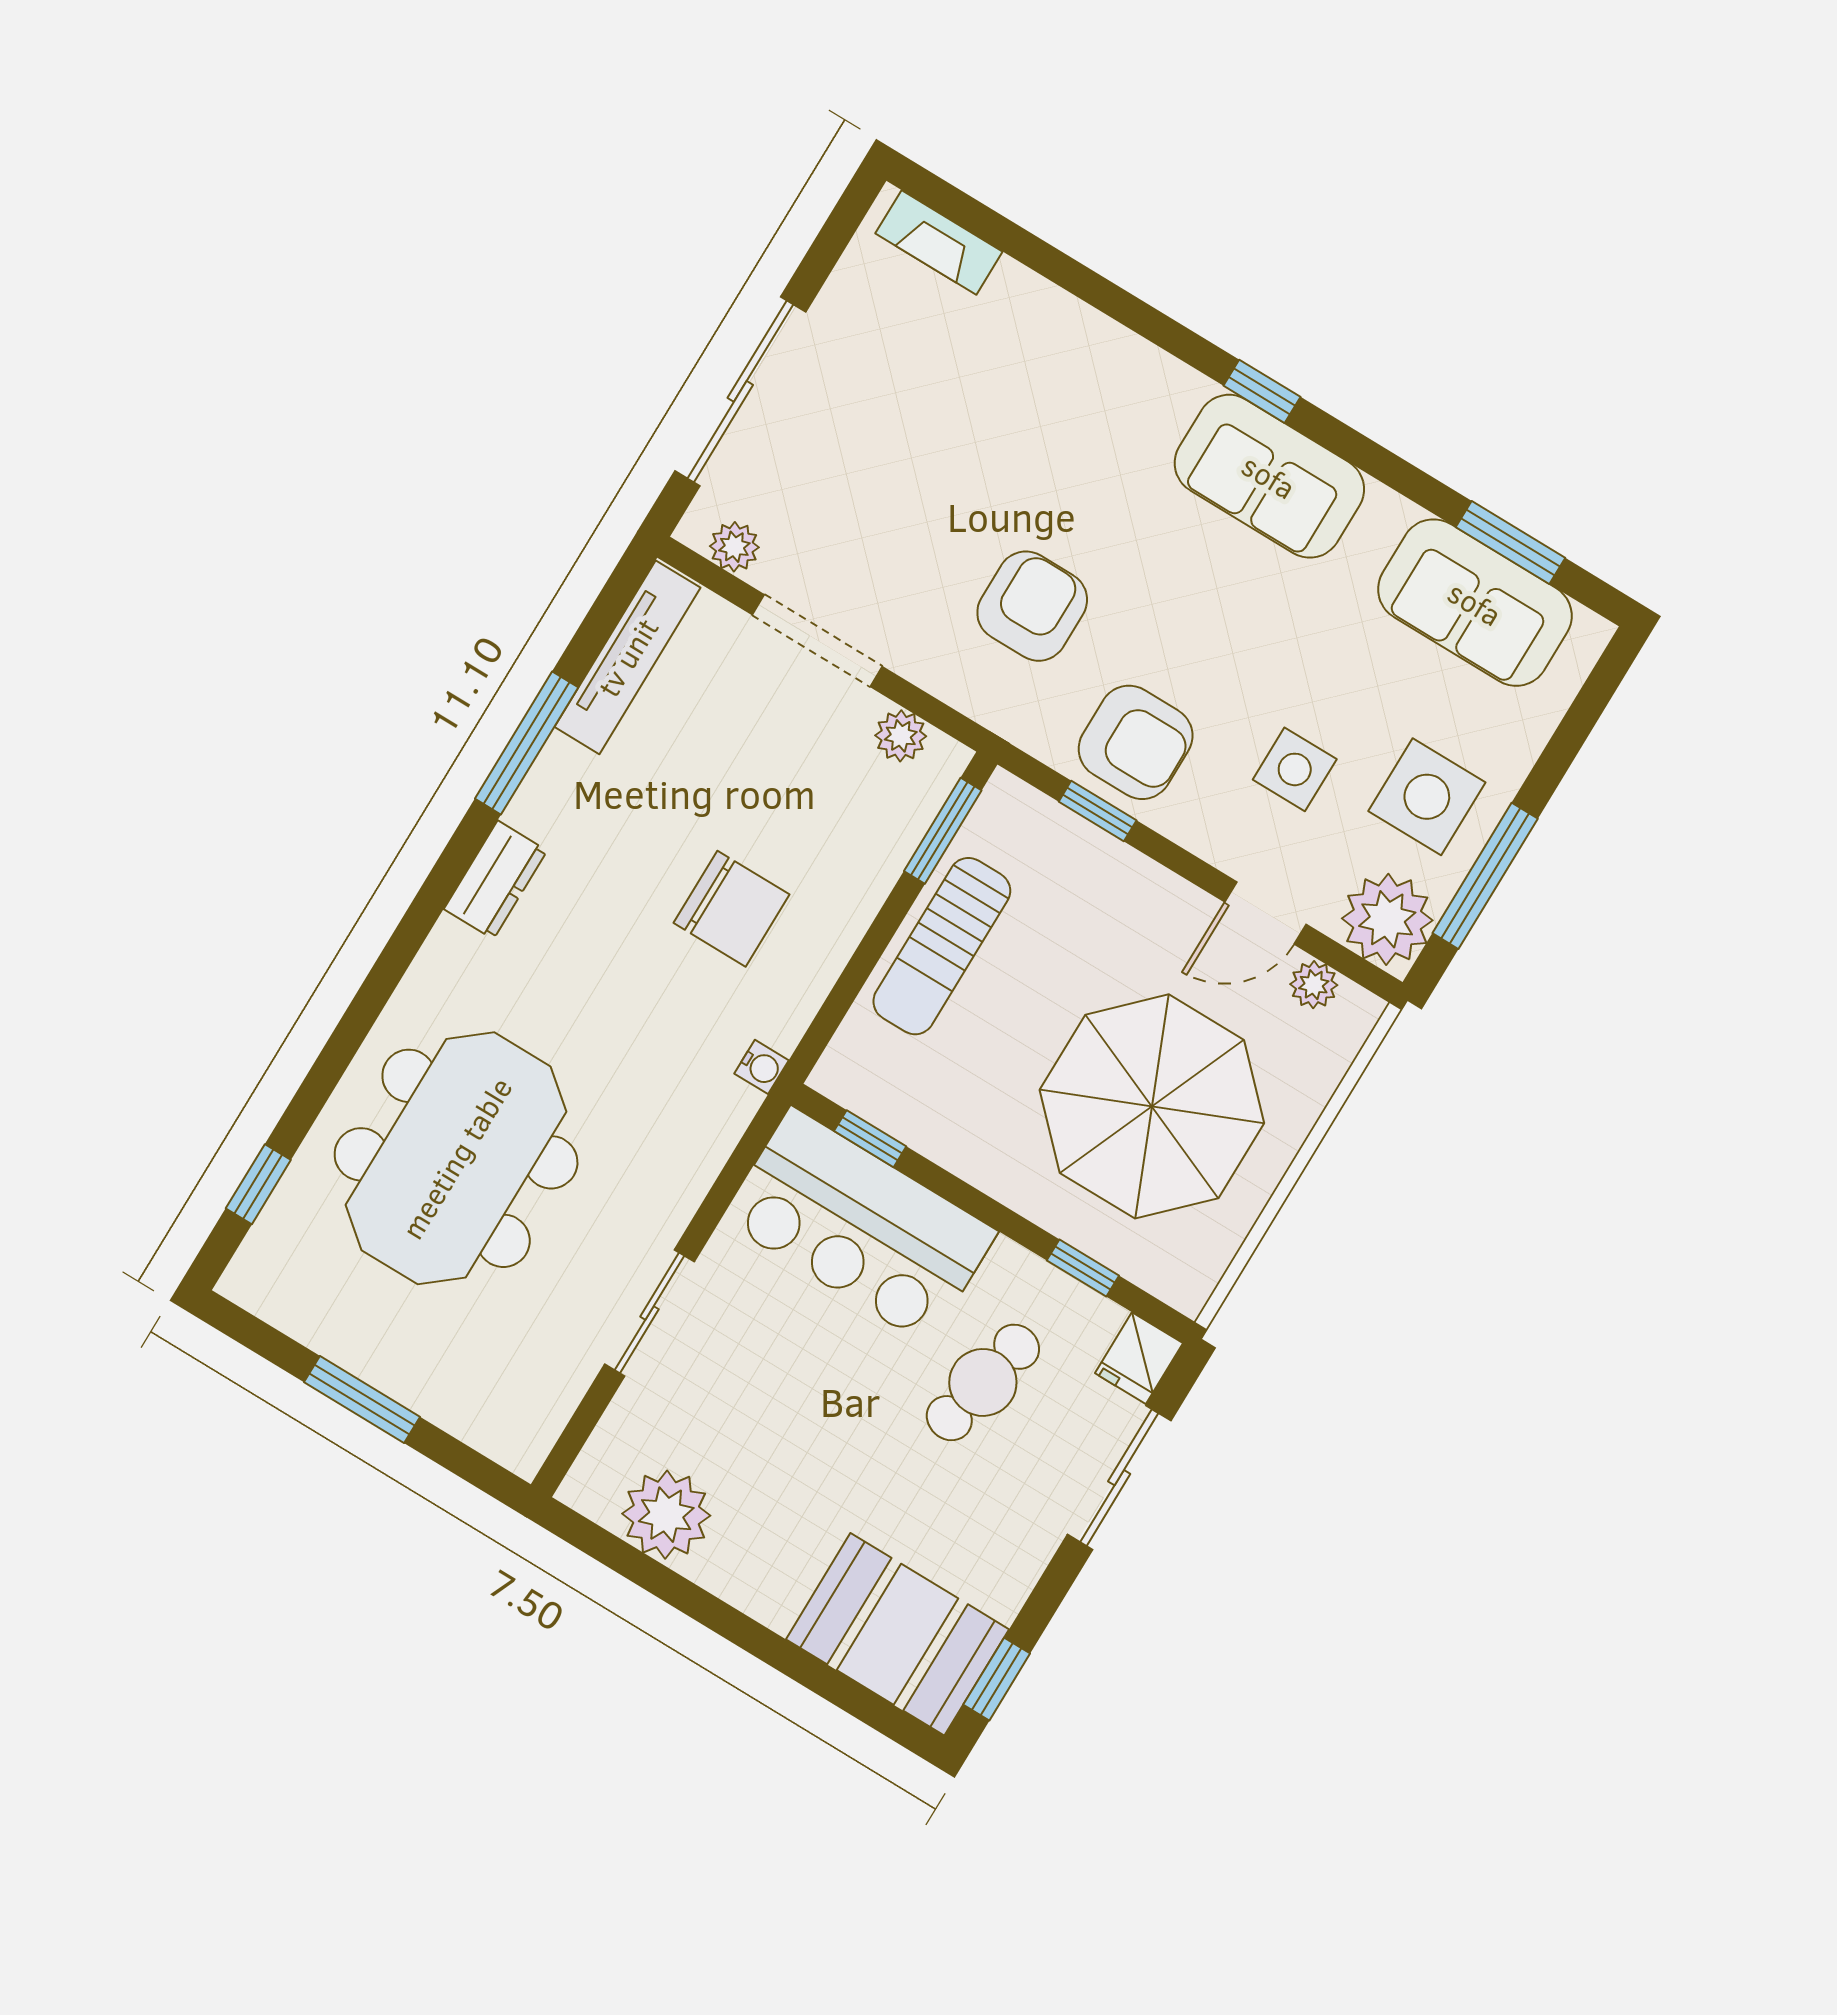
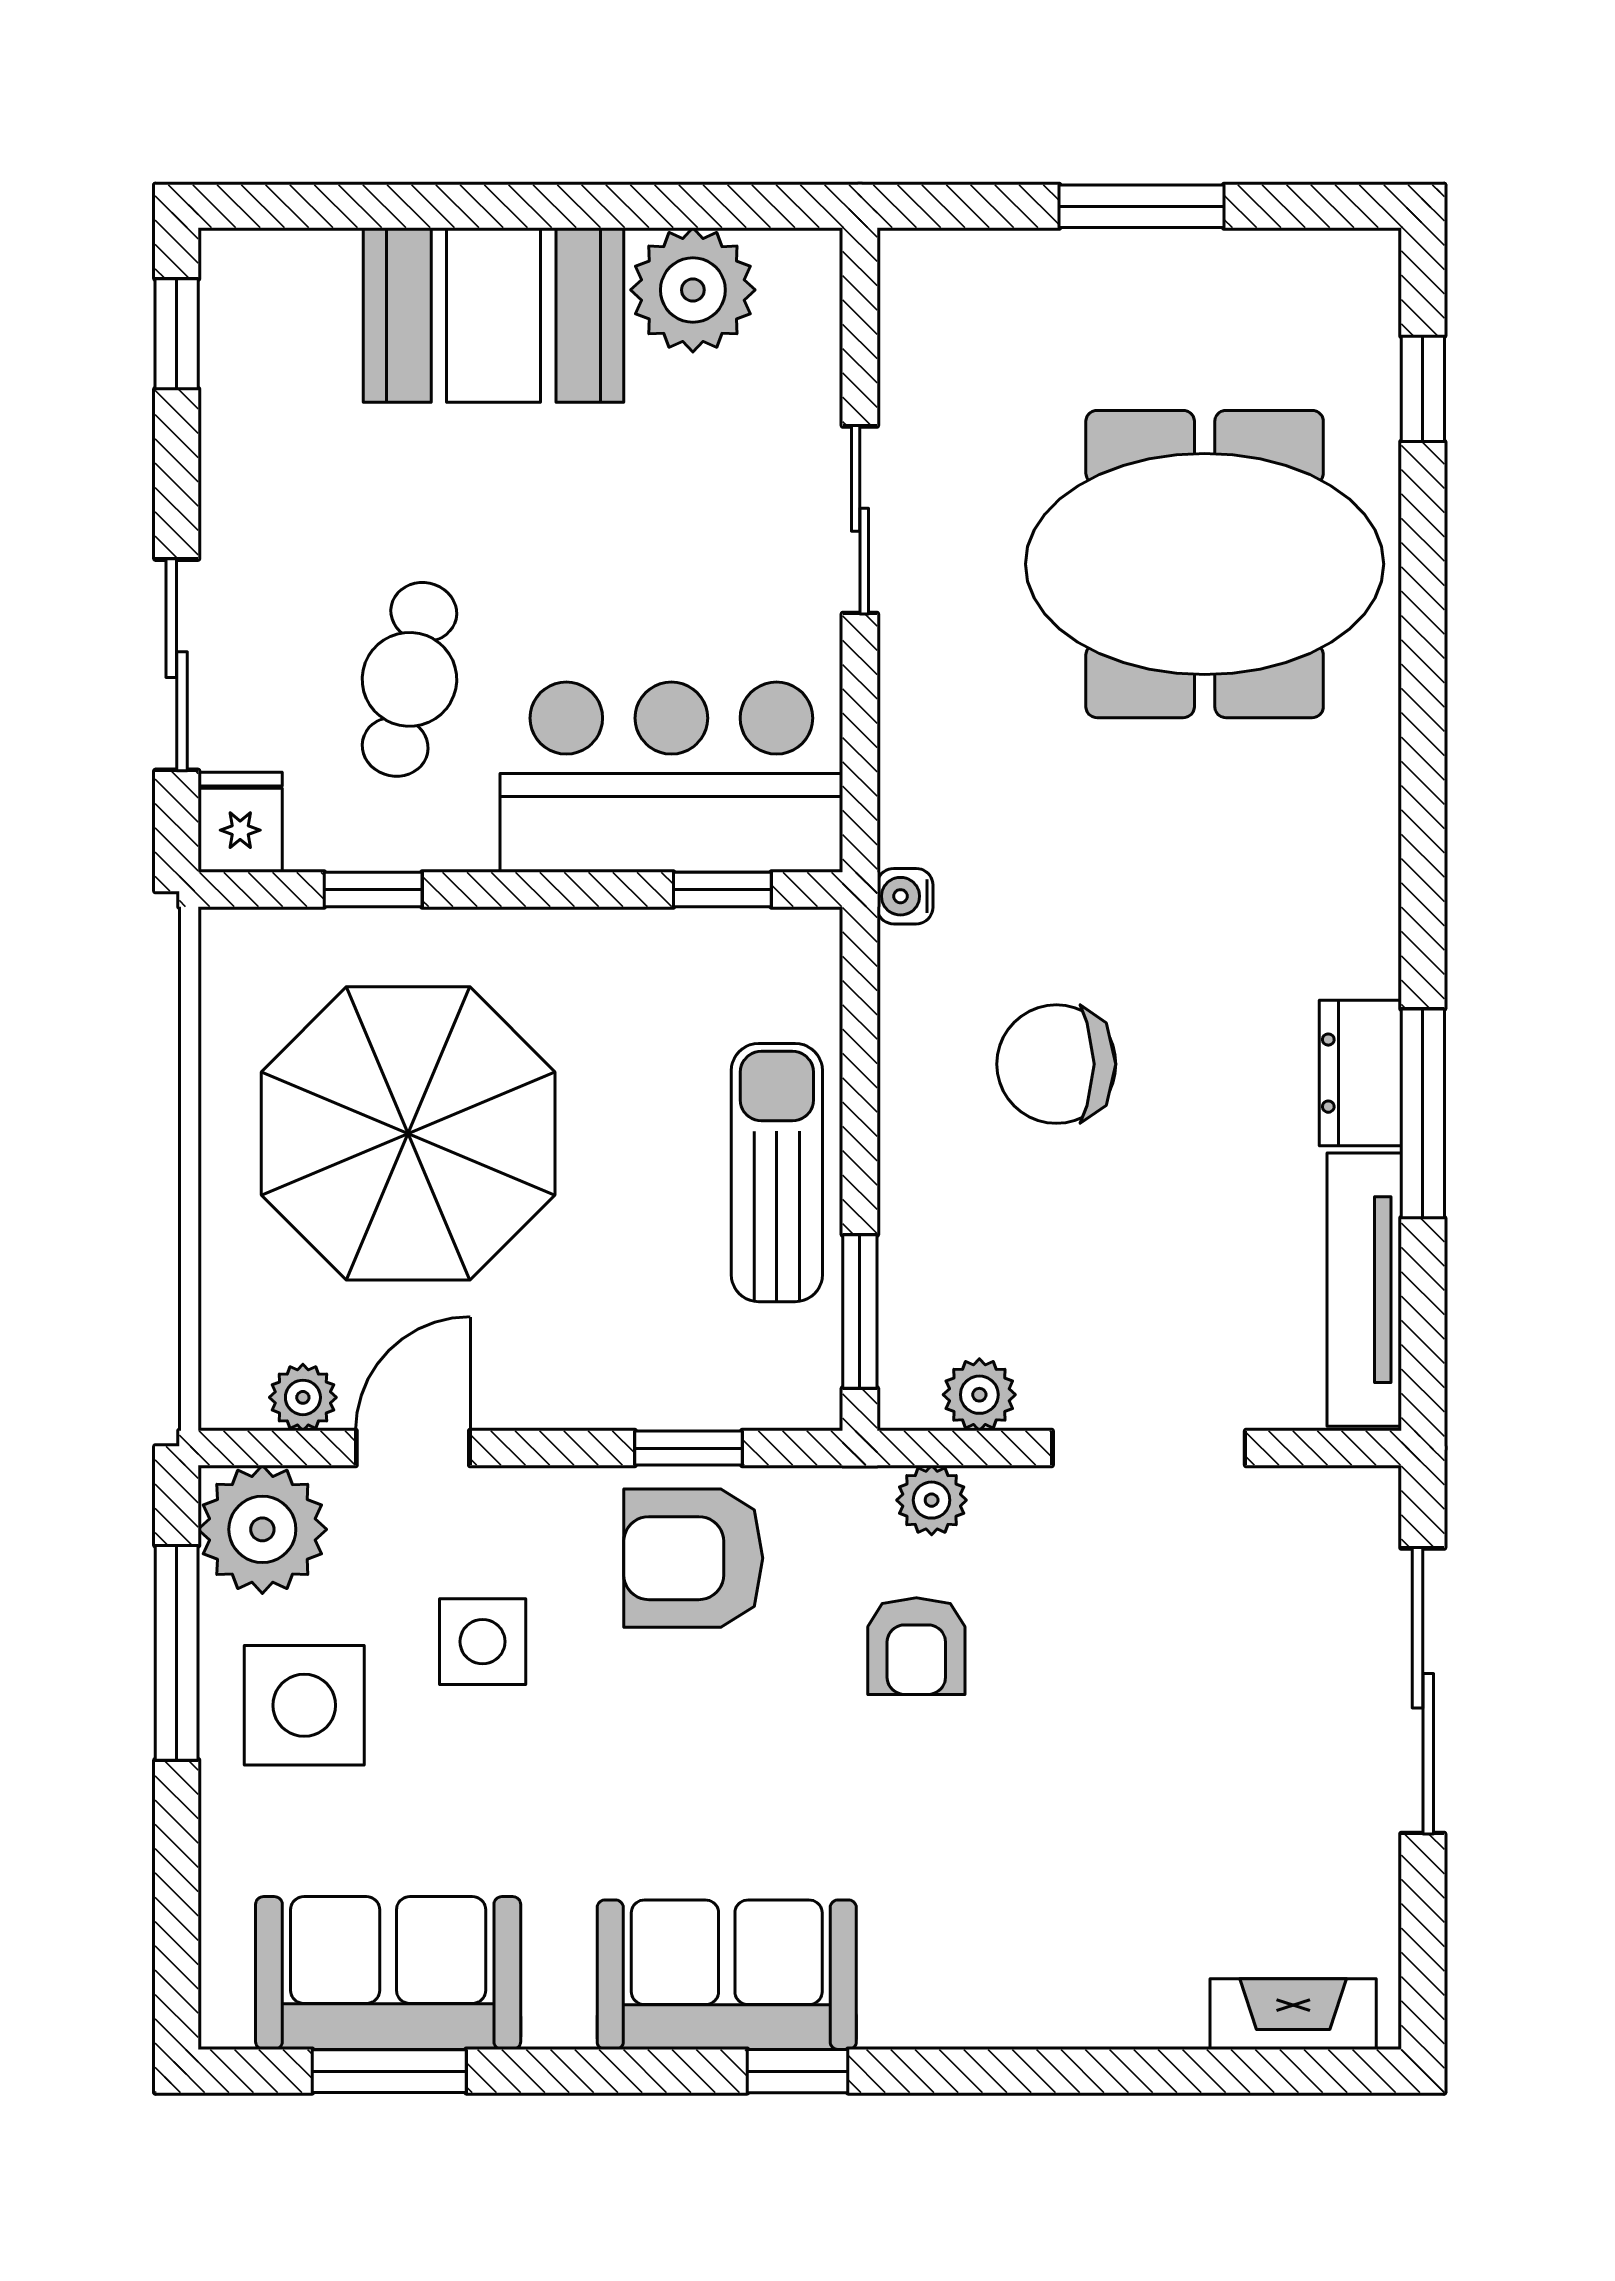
plant: (734, 547) -> (932, 1500), moved
armchair: (1032, 606) -> (916, 1646), width x0.72, depth x0.72
dresser: (495, 880) -> (1360, 1073), moved
meeting table: (456, 1158) -> (1205, 564), turned 90
booth: (897, 1634) -> (494, 315), moved

